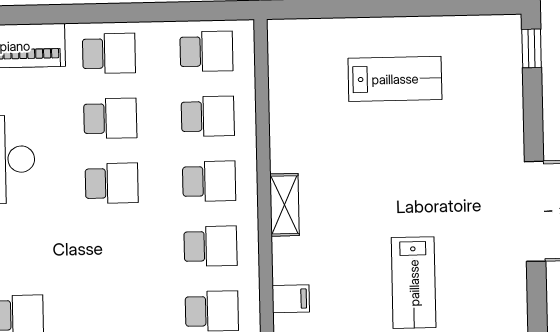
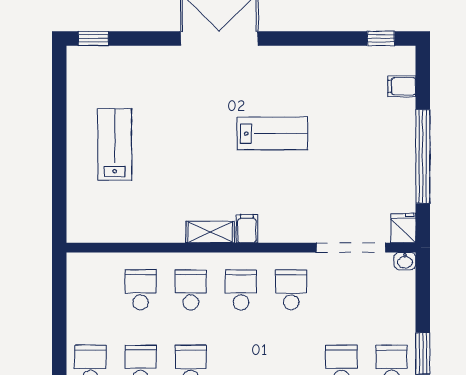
school desk: (206, 51) -> (90, 290), removed
filing cabinet: (291, 299) -> (247, 229), moved

